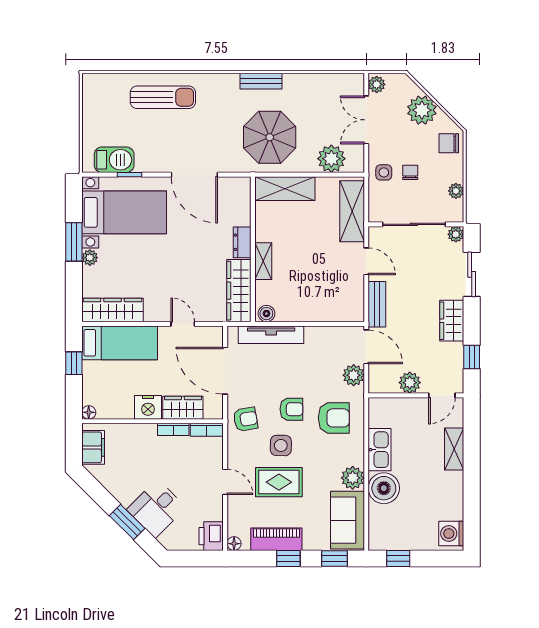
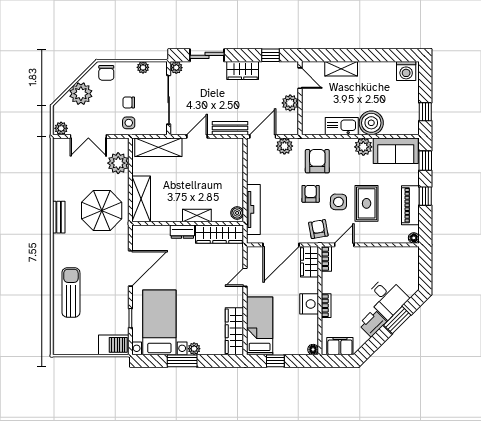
barbecue: (114, 160) -> (114, 345), moved, turned 90
wardrobe: (183, 408) -> (309, 262), moved
bookcase: (173, 429) -> (326, 306), moved
door: (225, 482) -> (344, 245), moved
printer: (211, 536) -> (373, 323), moved, turned 135

